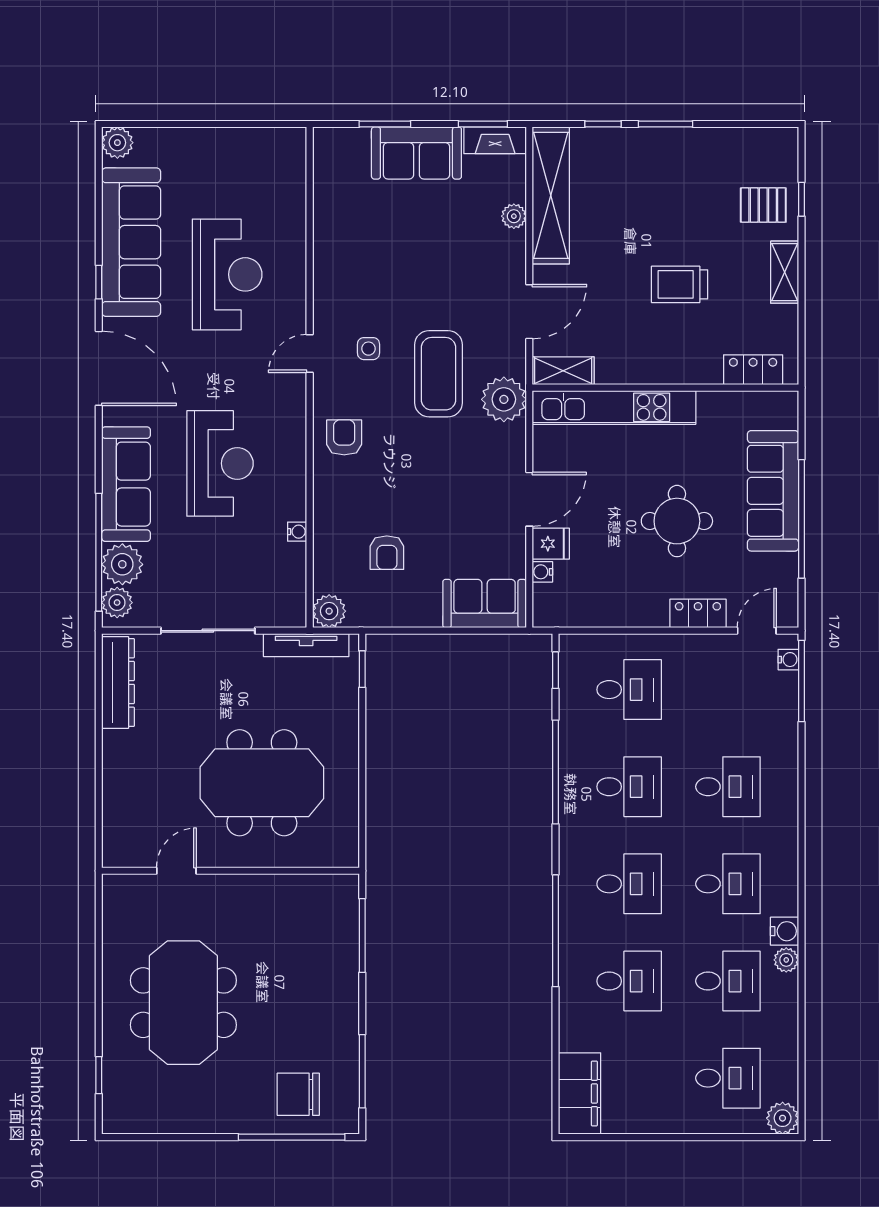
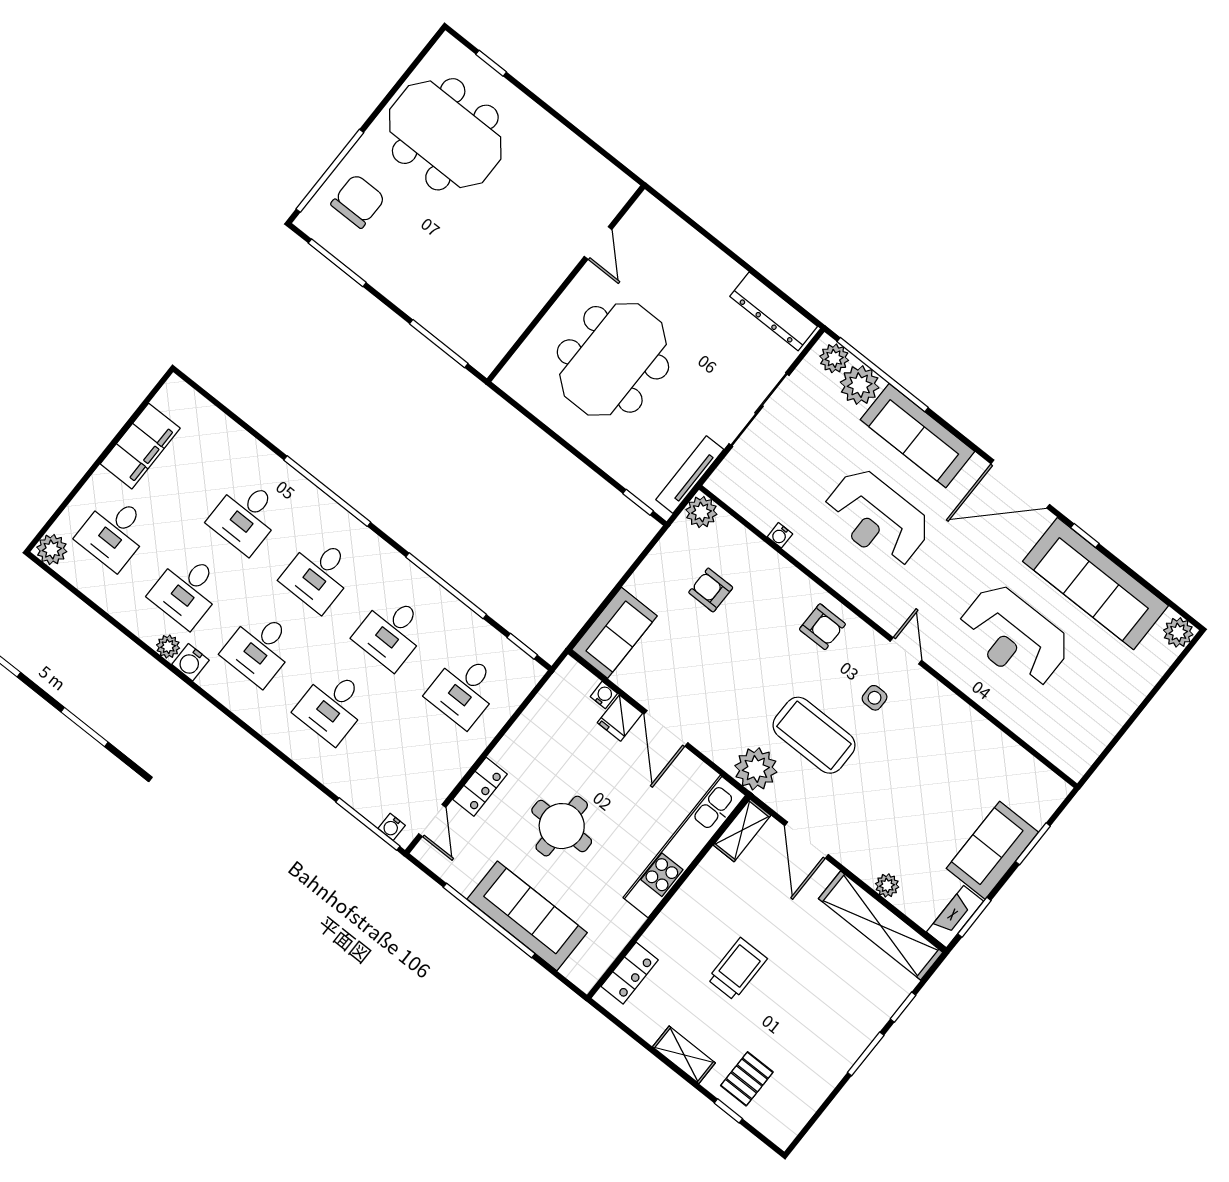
meeting table: (183, 1003) -> (445, 134), moved
filing cabinet: (580, 1093) -> (140, 446), moved, turned -90

